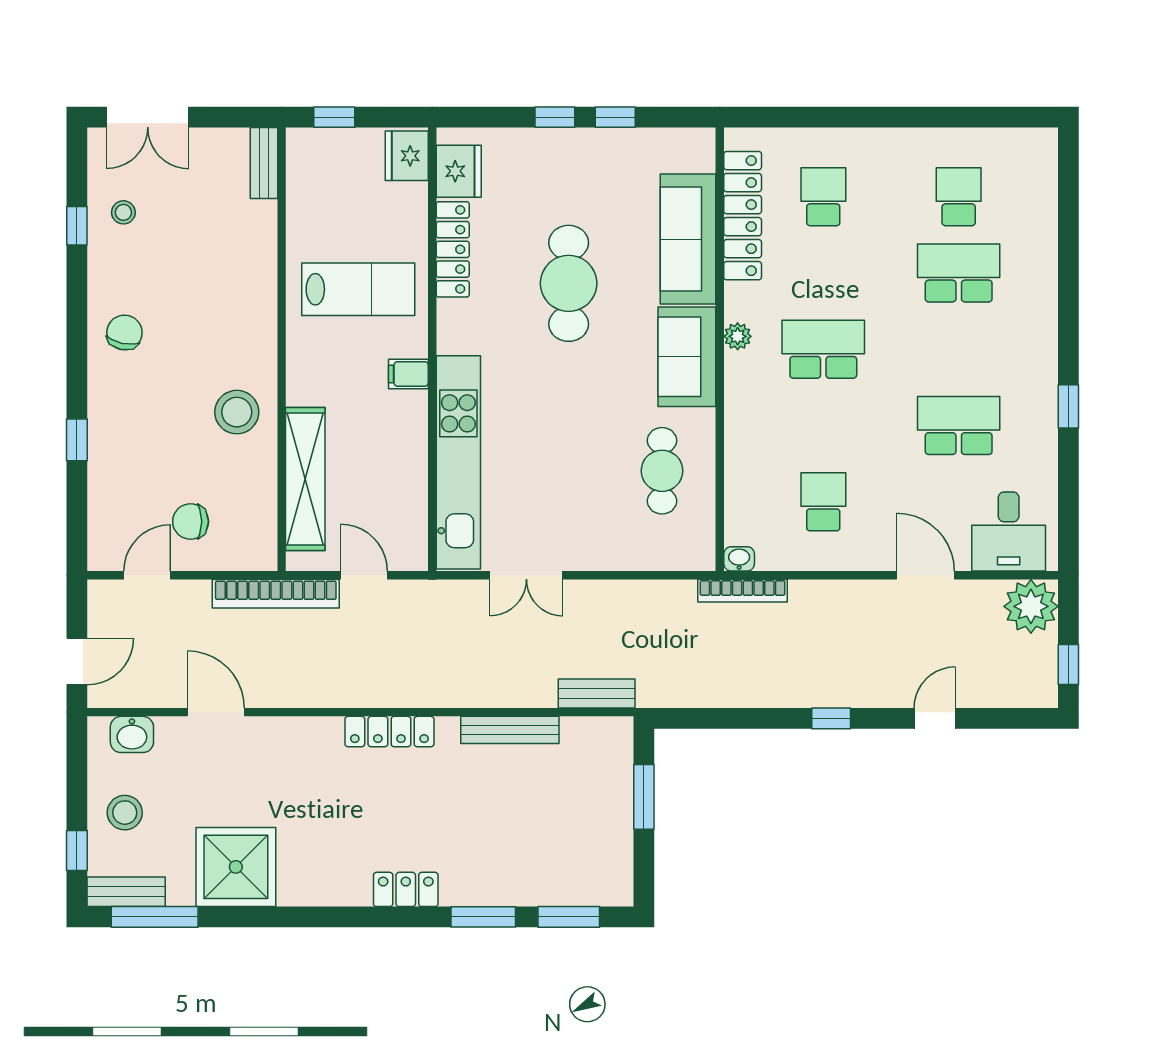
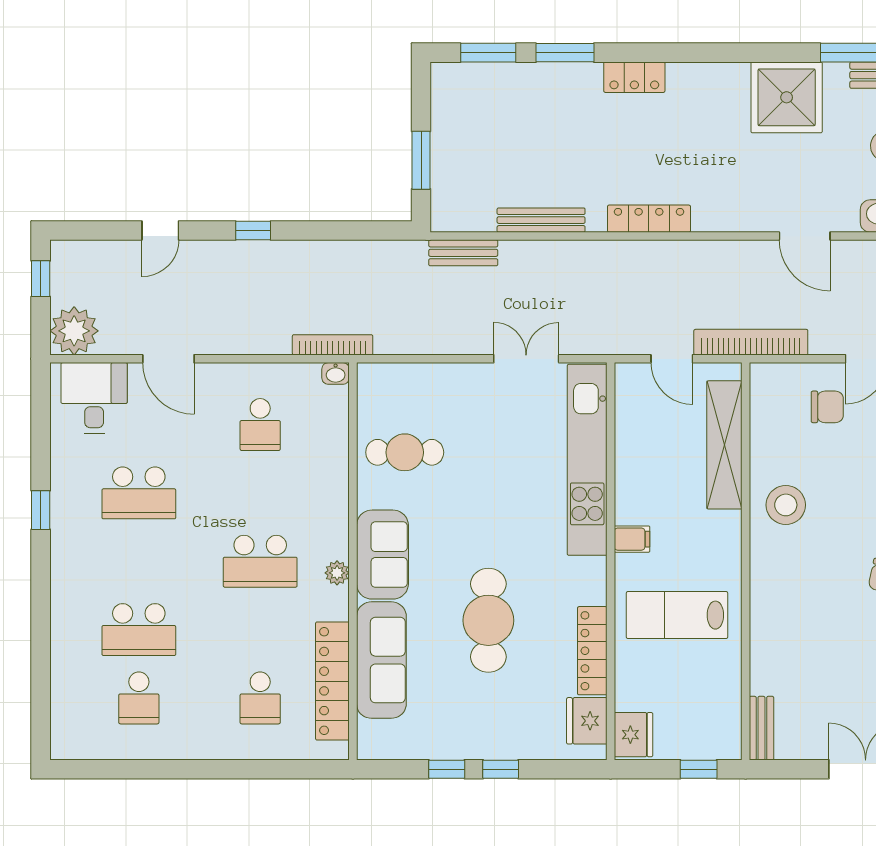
cafe table: (662, 471) -> (405, 452), turned 90

